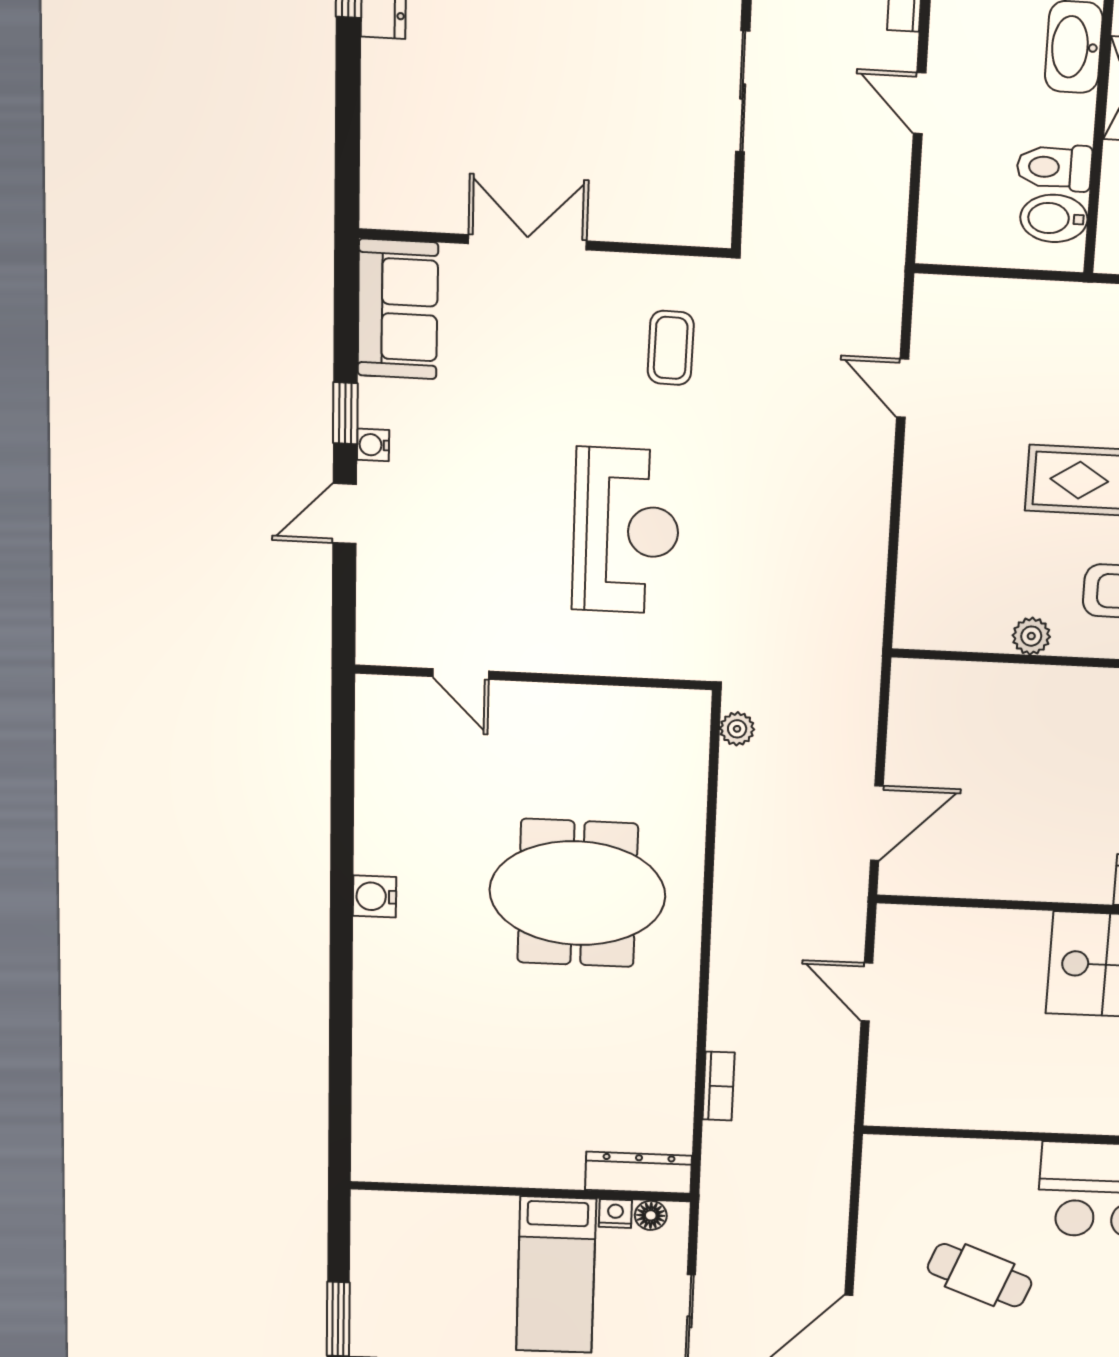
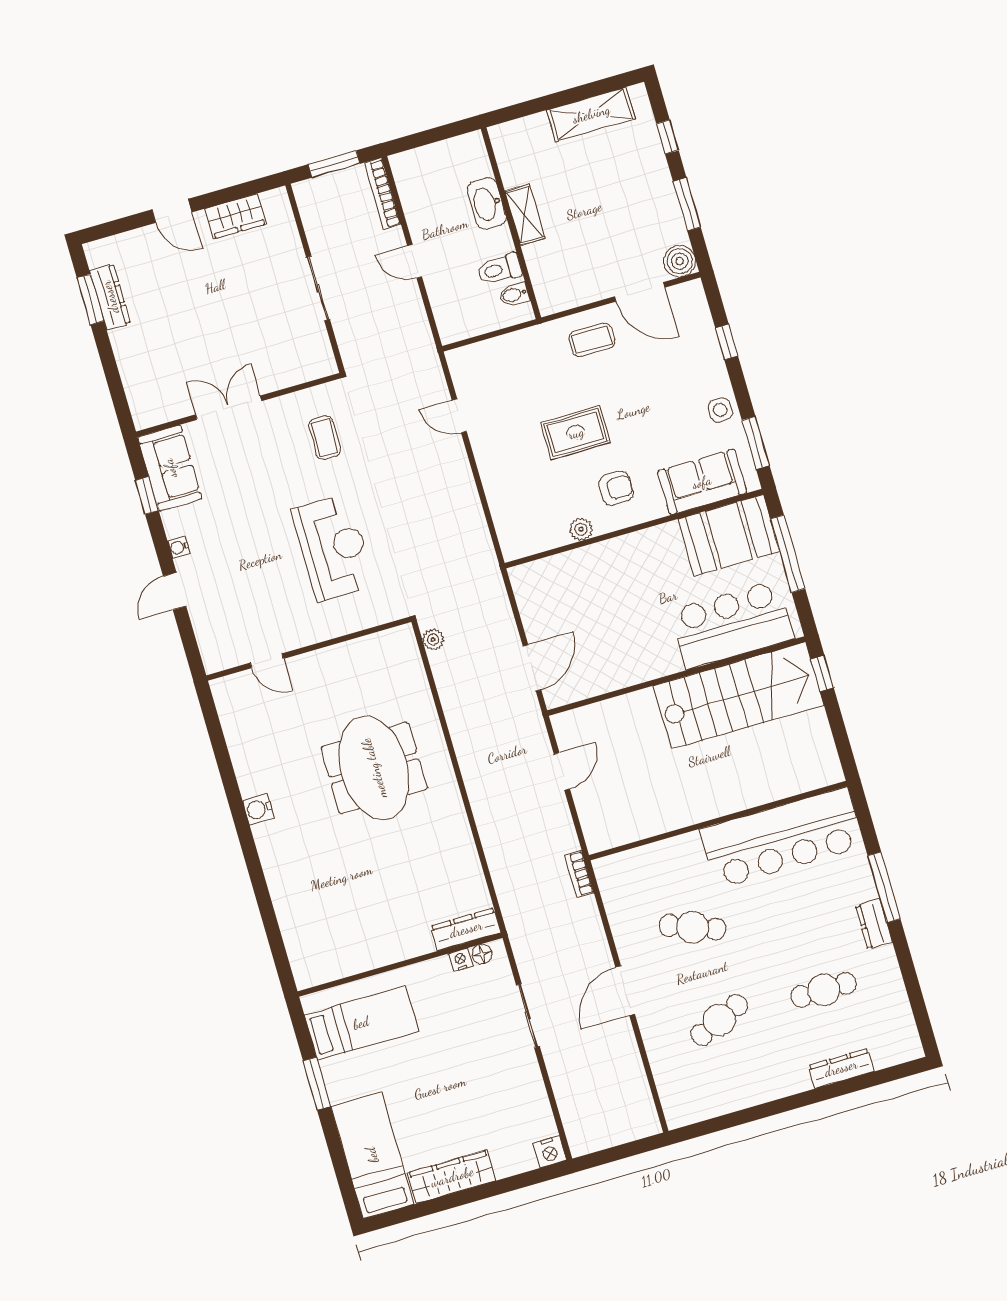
bidet: (1054, 218) -> (514, 295), width x0.72, depth x0.74
window: (345, 413) -> (147, 495), moved
meeting table: (577, 893) -> (374, 768), turned 90
door: (867, 992) -> (562, 772), swing flipped
bookcase: (719, 1086) -> (579, 874), moved, turned 180
bed: (556, 1275) -> (361, 1023), moved, turned -90

